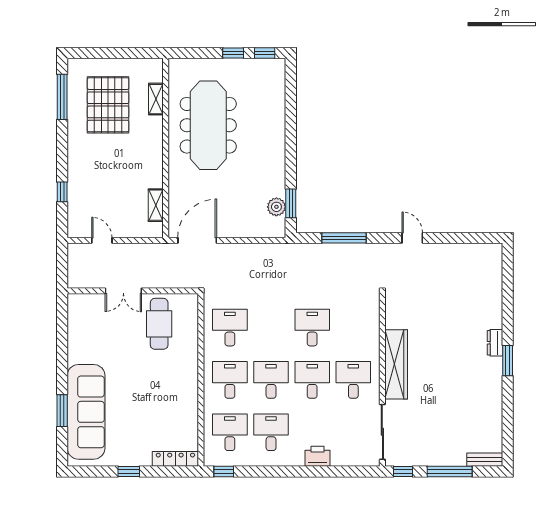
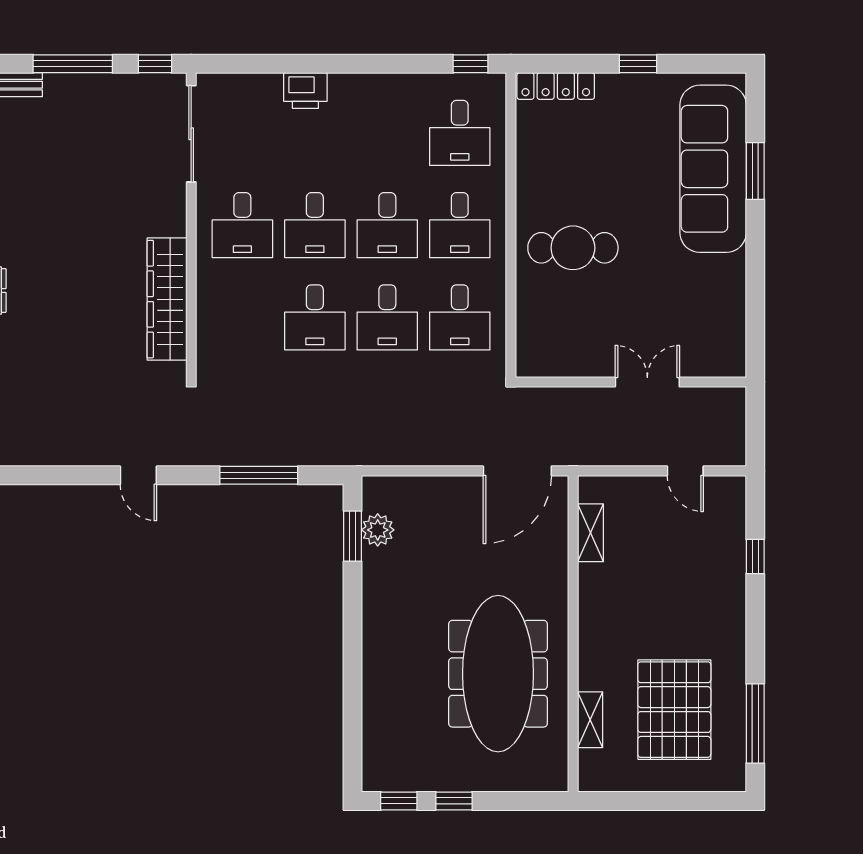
cafe table: (159, 324) -> (573, 248), moved, turned 90
wardrobe: (396, 364) -> (167, 299), moved
desk: (271, 432) -> (387, 317), moved

